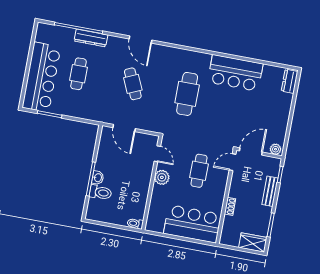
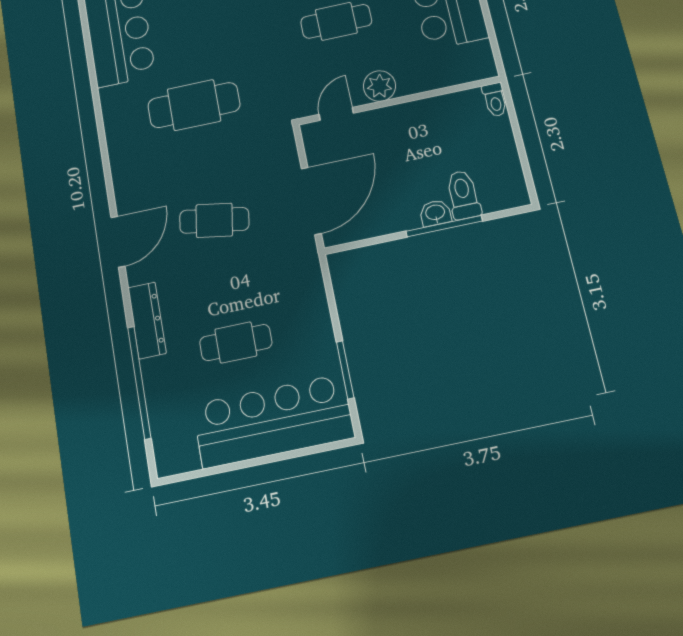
dresser: (91, 38) -> (147, 320), moved
cafe table: (133, 84) -> (214, 220), turned 33
door: (124, 128) -> (311, 201), width x1.36

